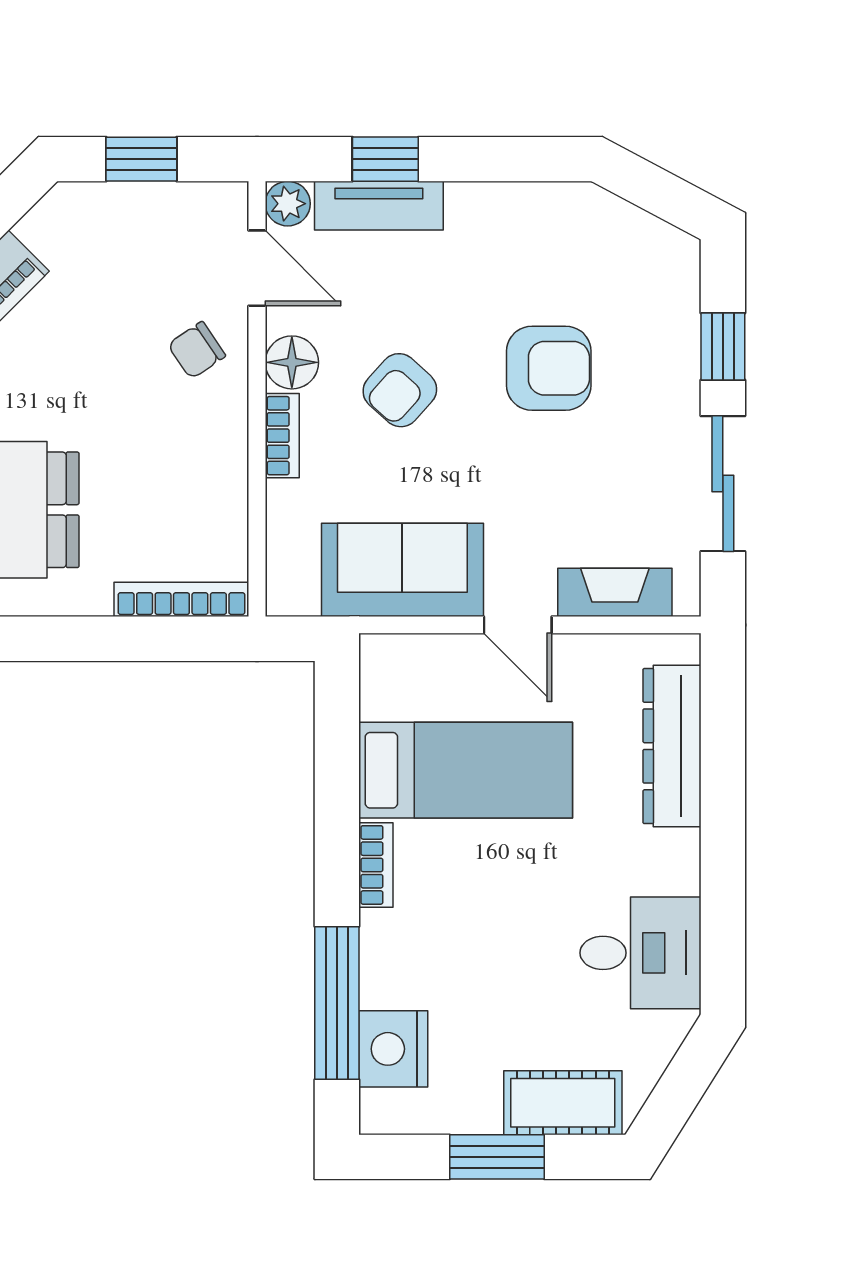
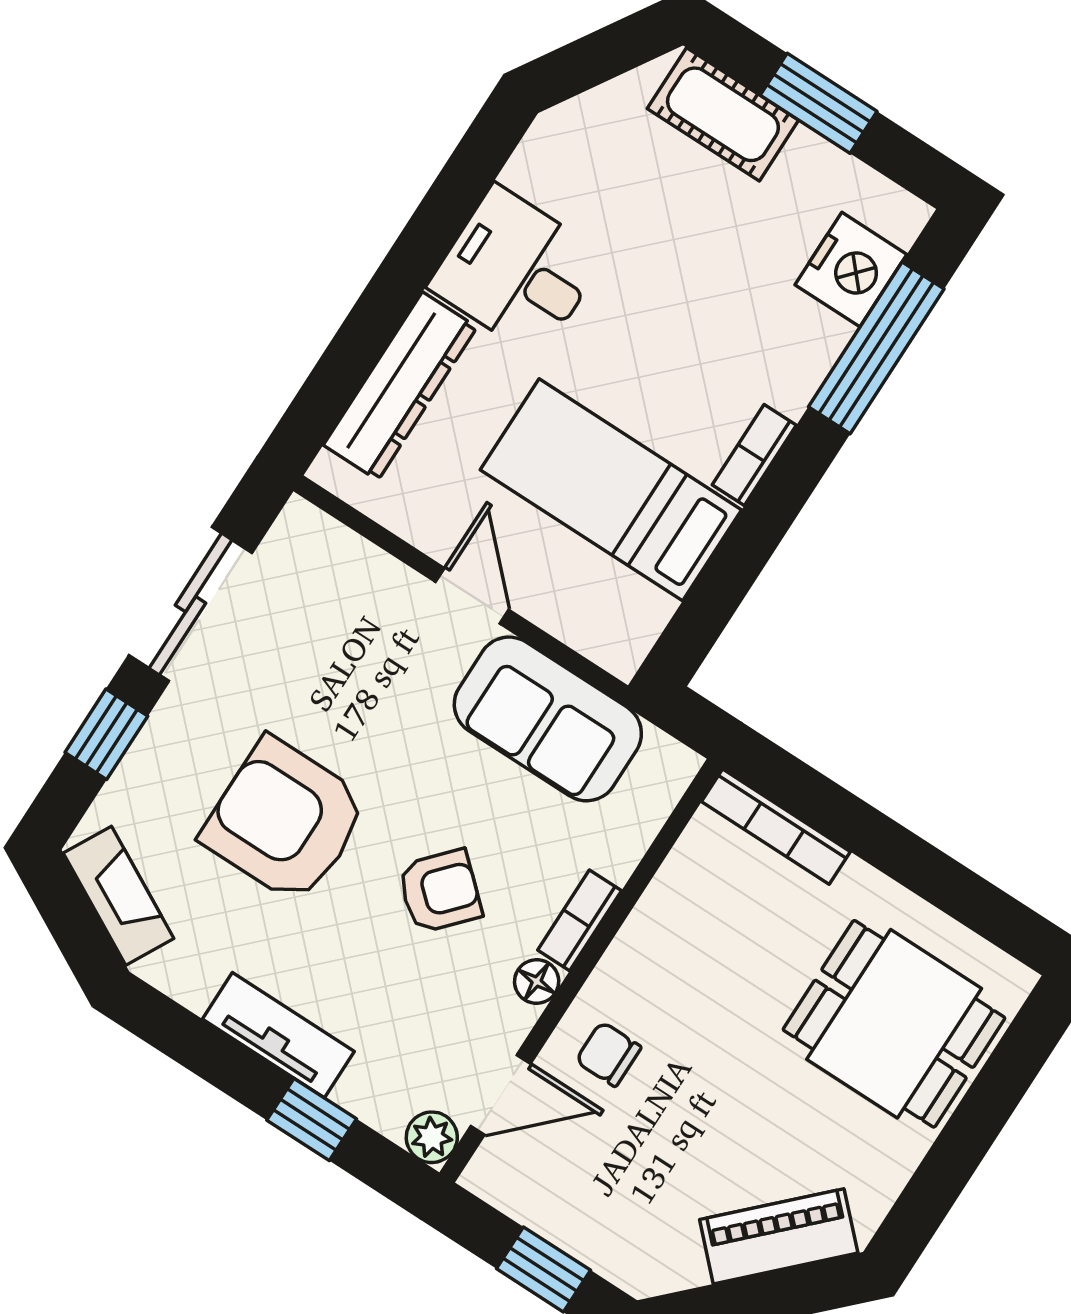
tv unit: (379, 206) -> (278, 1035), moved
door: (257, 268) -> (501, 1095), swing flipped
chair: (197, 350) -> (608, 1054), turned -146
floor lamp: (292, 362) -> (537, 981), width x0.73, depth x0.73
armchair: (549, 368) -> (285, 821), width x1.36, depth x1.36
fireplace: (615, 592) -> (119, 896), moved, turned -152
desk: (640, 953) -> (517, 271), moved

